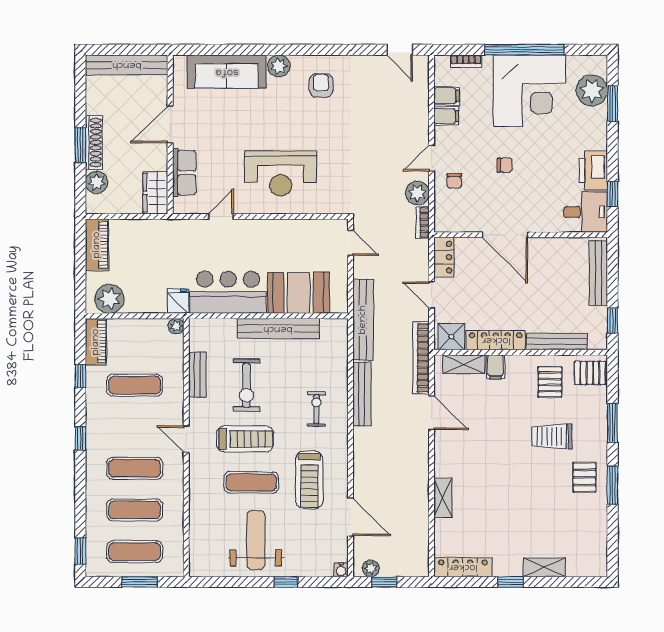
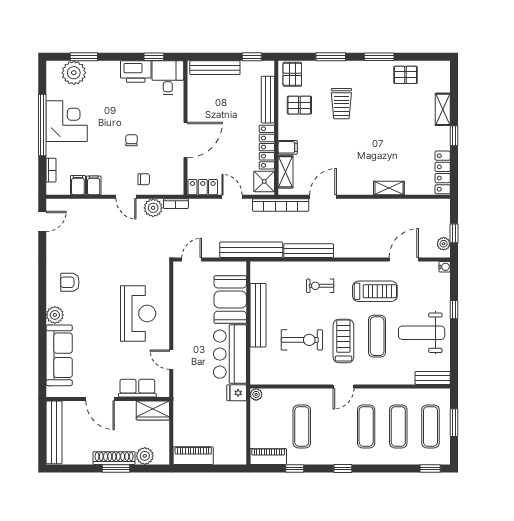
corner desk: (529, 91) -> (67, 121), width x0.74, depth x0.74
door: (432, 295) -> (232, 197), swing flipped
plant: (110, 299) -> (235, 446), removed
bench: (197, 375) -> (433, 378), moved
pallet: (585, 477) -> (405, 75), moved

